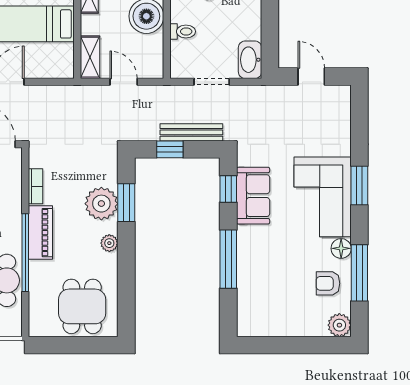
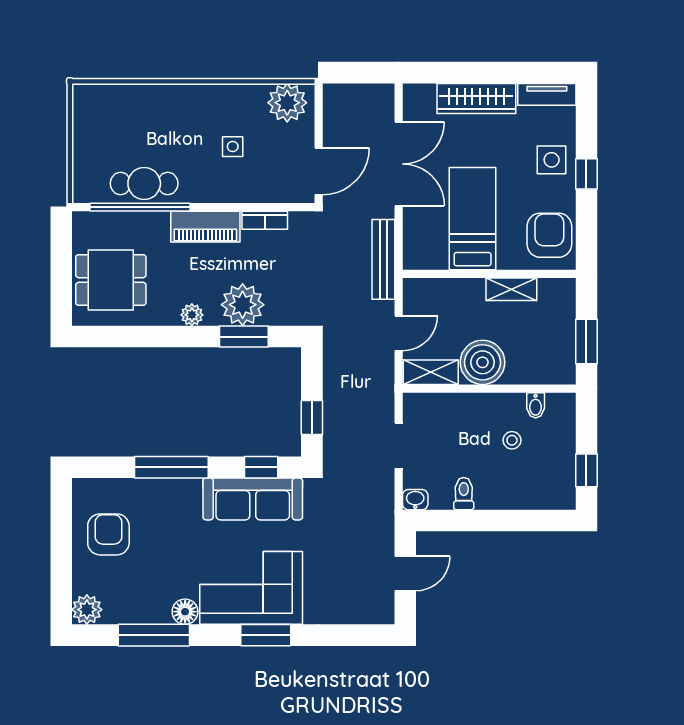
toilet: (183, 31) -> (464, 494), moved, turned 180
shelving: (90, 57) -> (431, 372), moved
washbasin: (250, 60) -> (415, 500), width x0.52, depth x0.69
bench: (191, 132) -> (383, 259), moved
window: (170, 149) -> (312, 417), moved
sofa: (253, 196) -> (253, 499), width x1.36
window: (25, 253) -> (140, 207), moved
armchair: (328, 283) -> (108, 534), moved, width x1.38, depth x1.38

